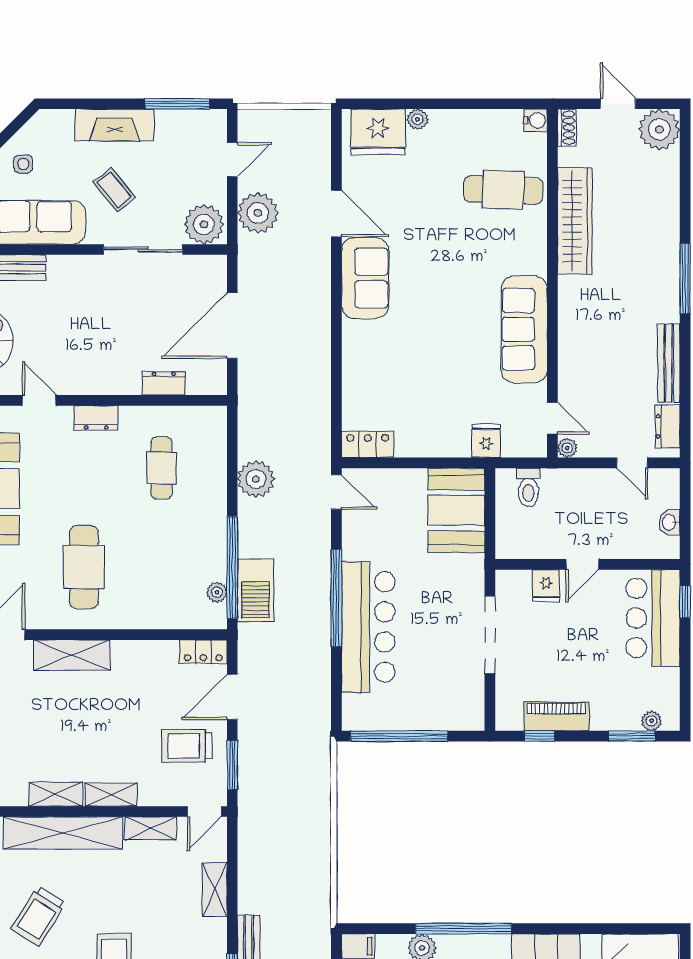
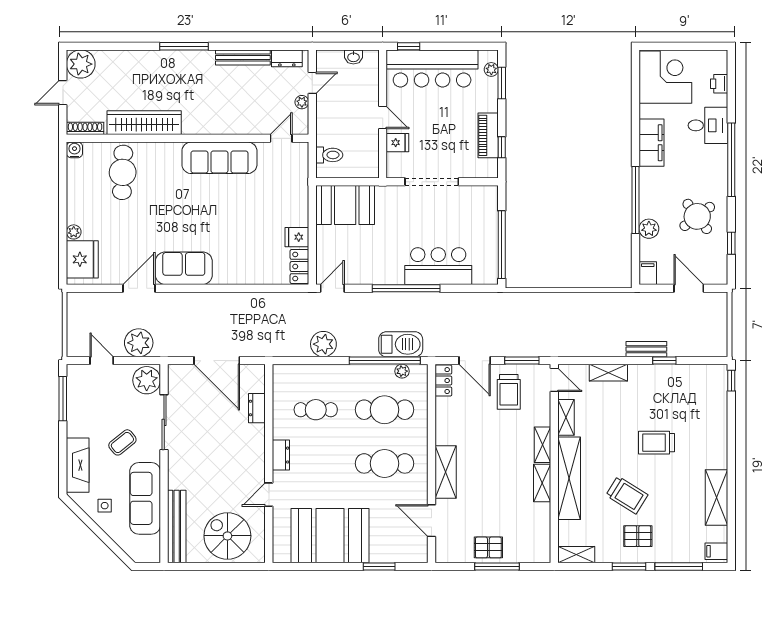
fireplace: (115, 125) -> (78, 465), moved
shoe rack: (567, 128) -> (85, 128), width x1.43
fridge: (486, 441) -> (297, 237), moved
plant: (567, 448) -> (302, 102), moved
cafe table: (161, 567) -> (384, 410), added
bar counter: (653, 618) -> (432, 68), width x1.36
bar counter: (368, 627) -> (438, 266), width x0.73

